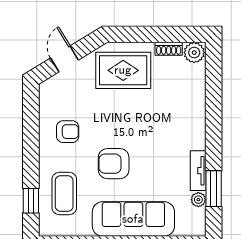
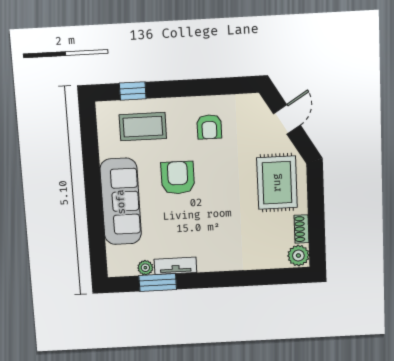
door: (65, 59) -> (287, 119), hinge flipped

